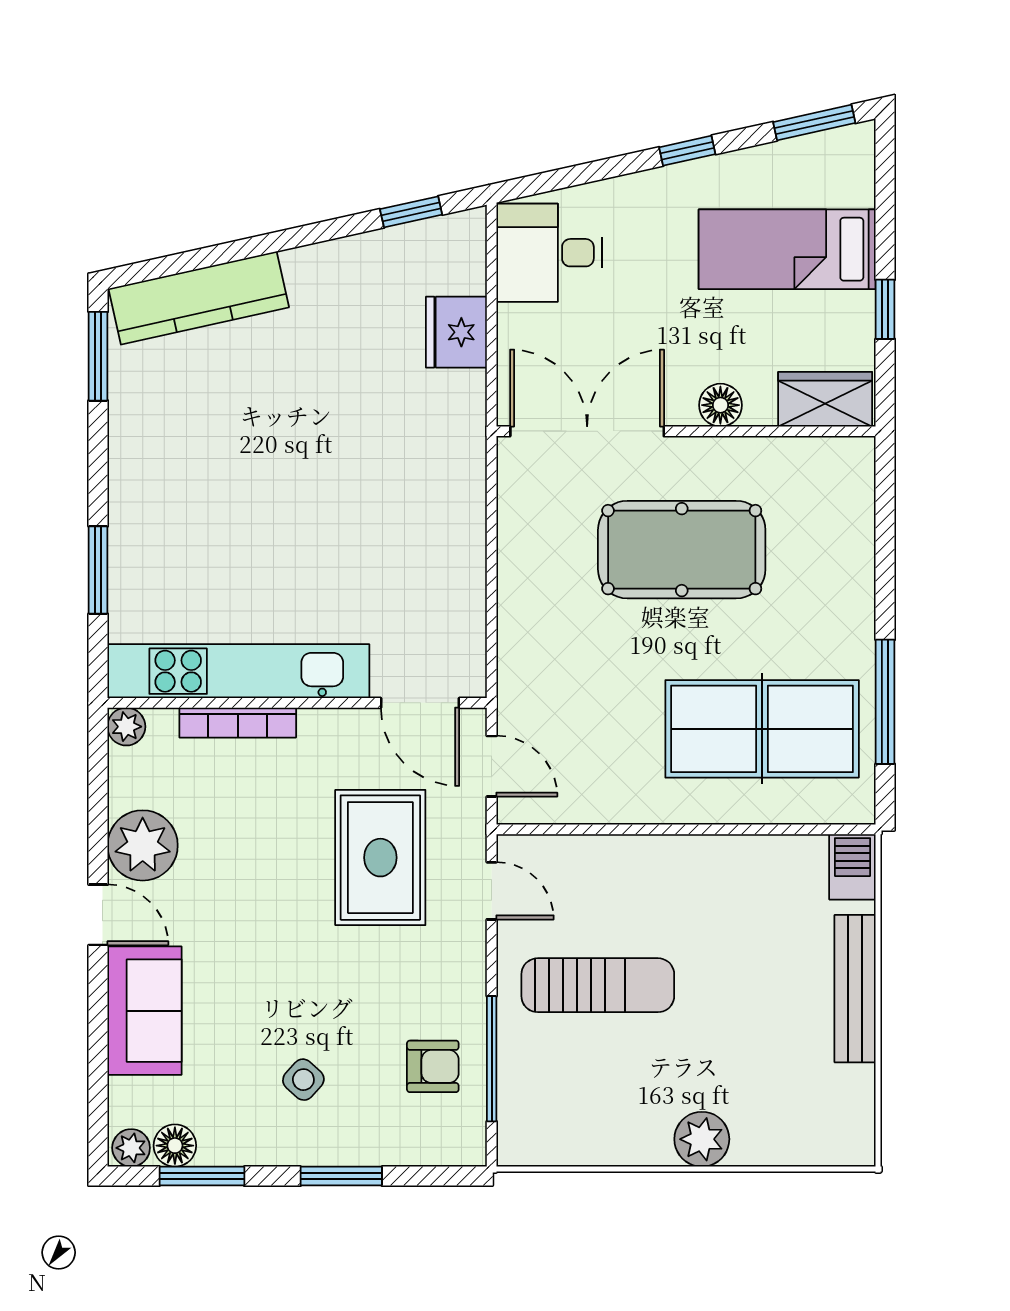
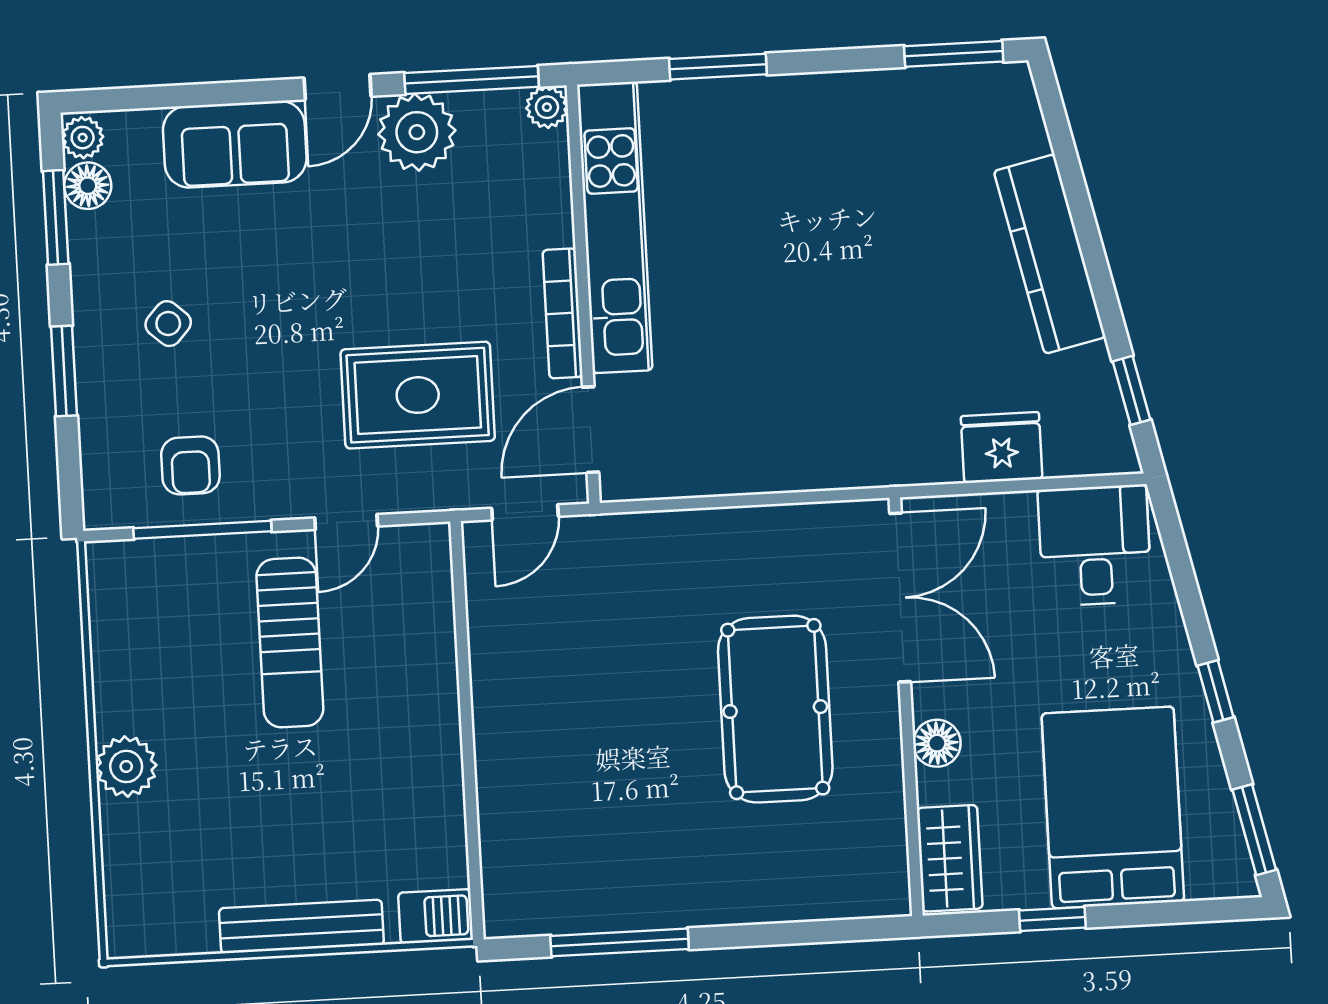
bed: (787, 249) -> (1113, 807), width x1.50
kitchen counter: (199, 298) -> (1050, 254), moved
bookcase: (238, 723) -> (563, 313), moved
table tennis table: (762, 729) -> (582, 808), removed
window: (98, 793) -> (472, 80), added
door: (492, 891) -> (346, 522), moved

